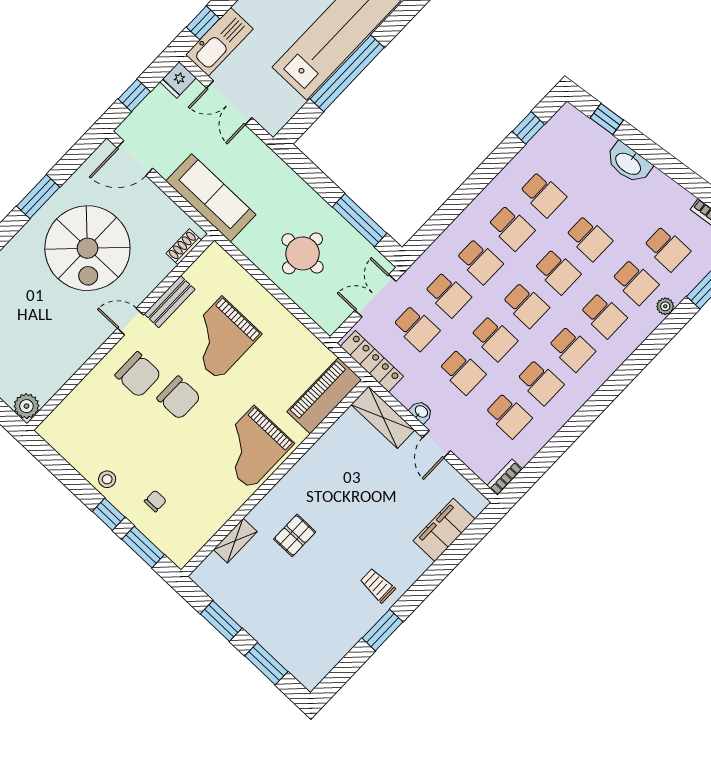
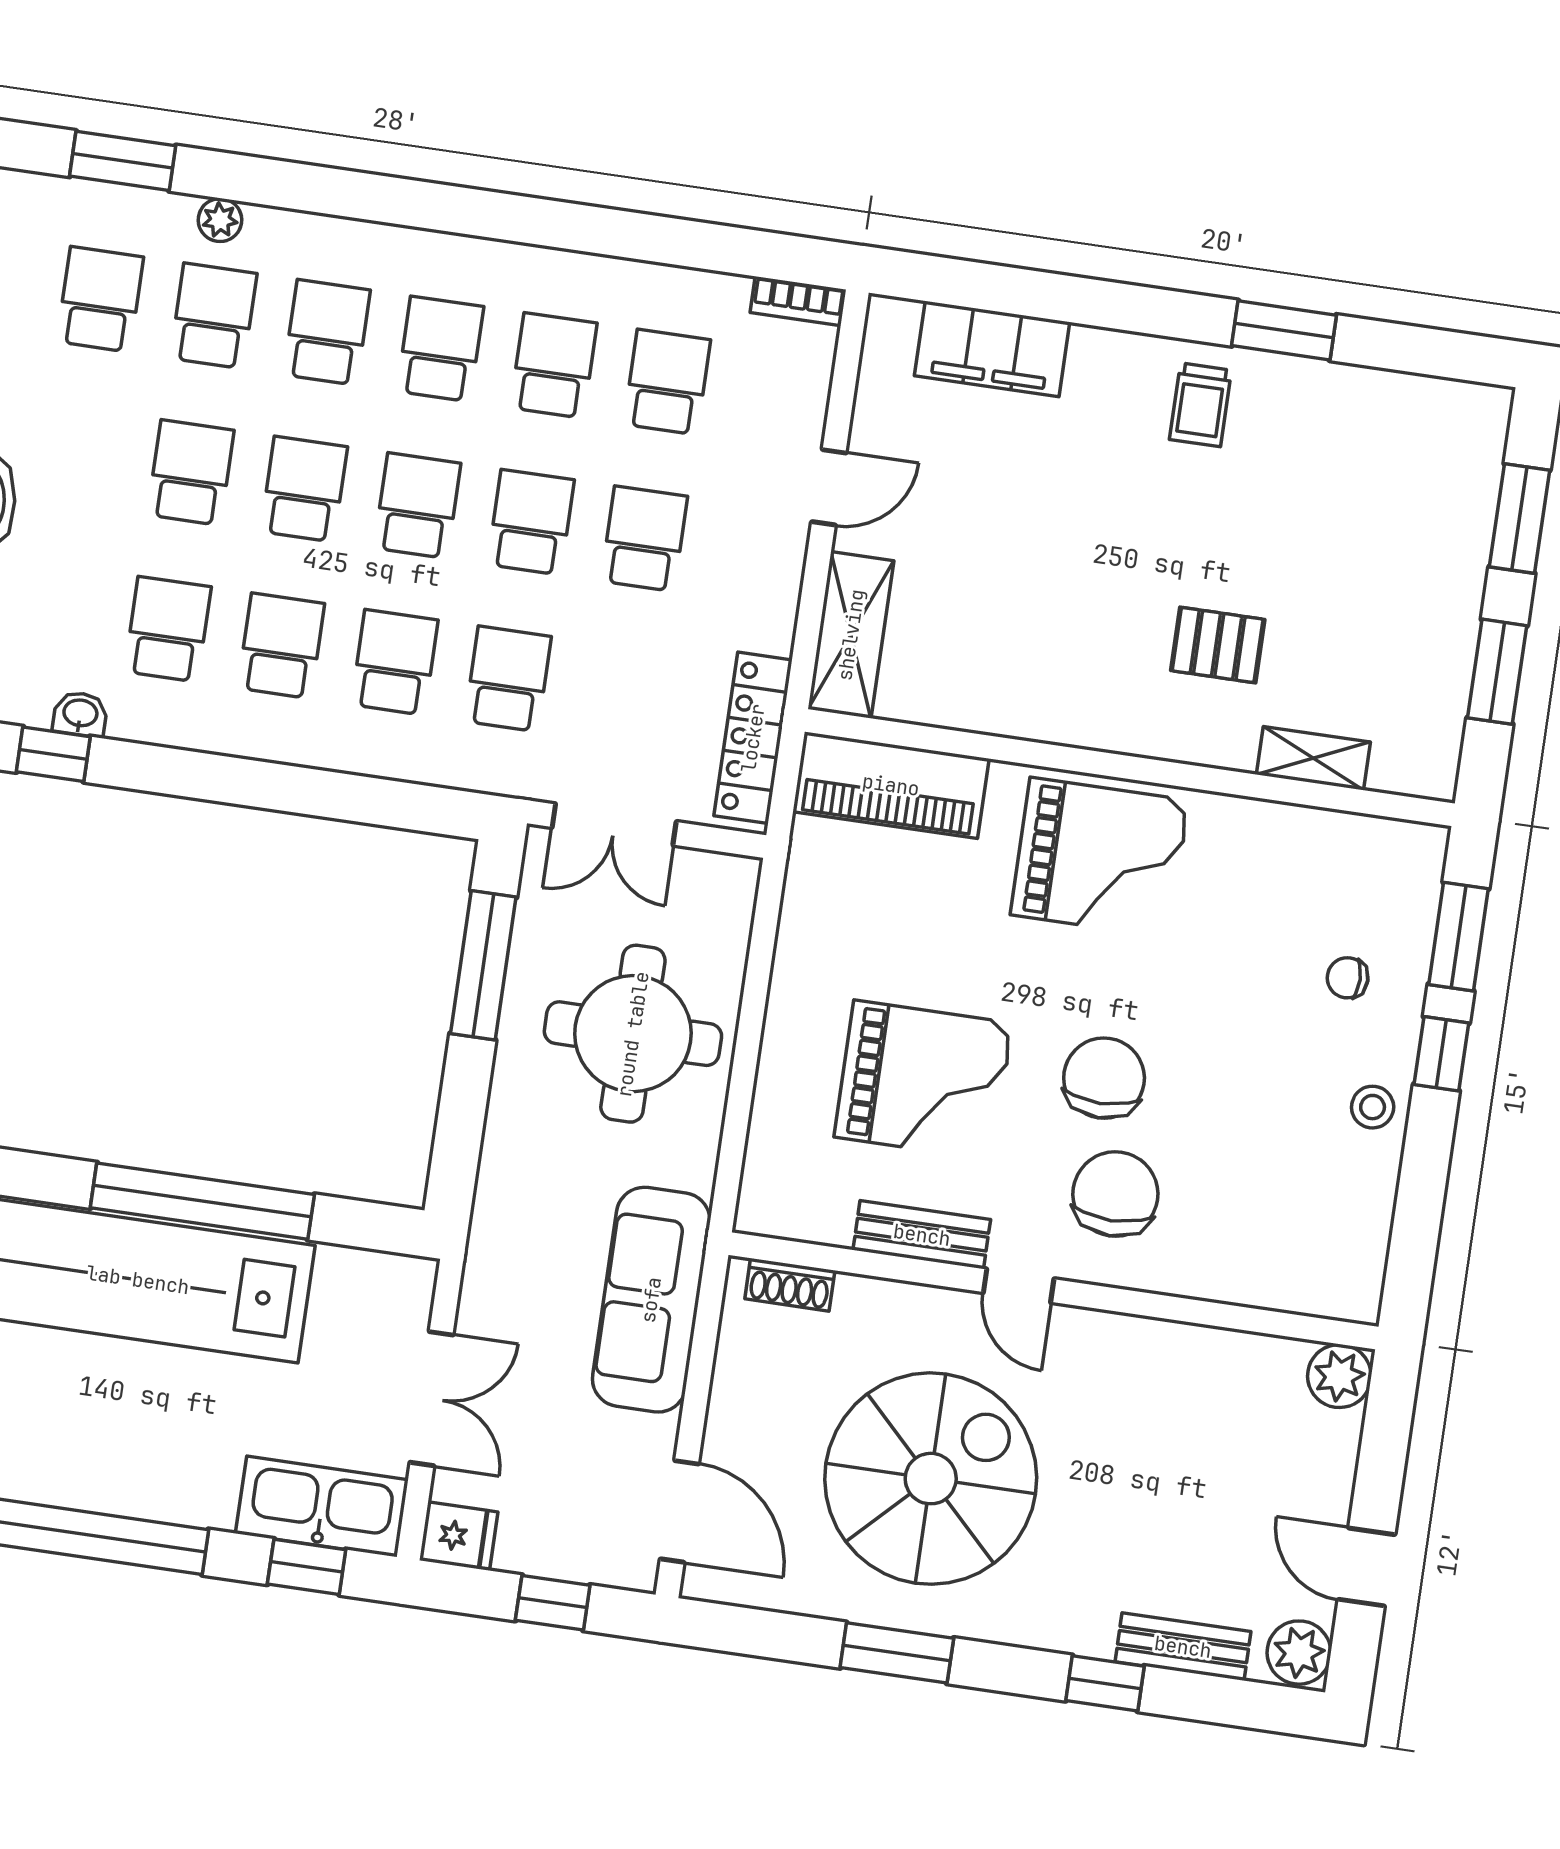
round table: (302, 253) -> (633, 1034), width x1.36, depth x1.36
school desk: (416, 328) -> (621, 695), removed
washbasin: (421, 412) -> (80, 714), moved, turned 90

